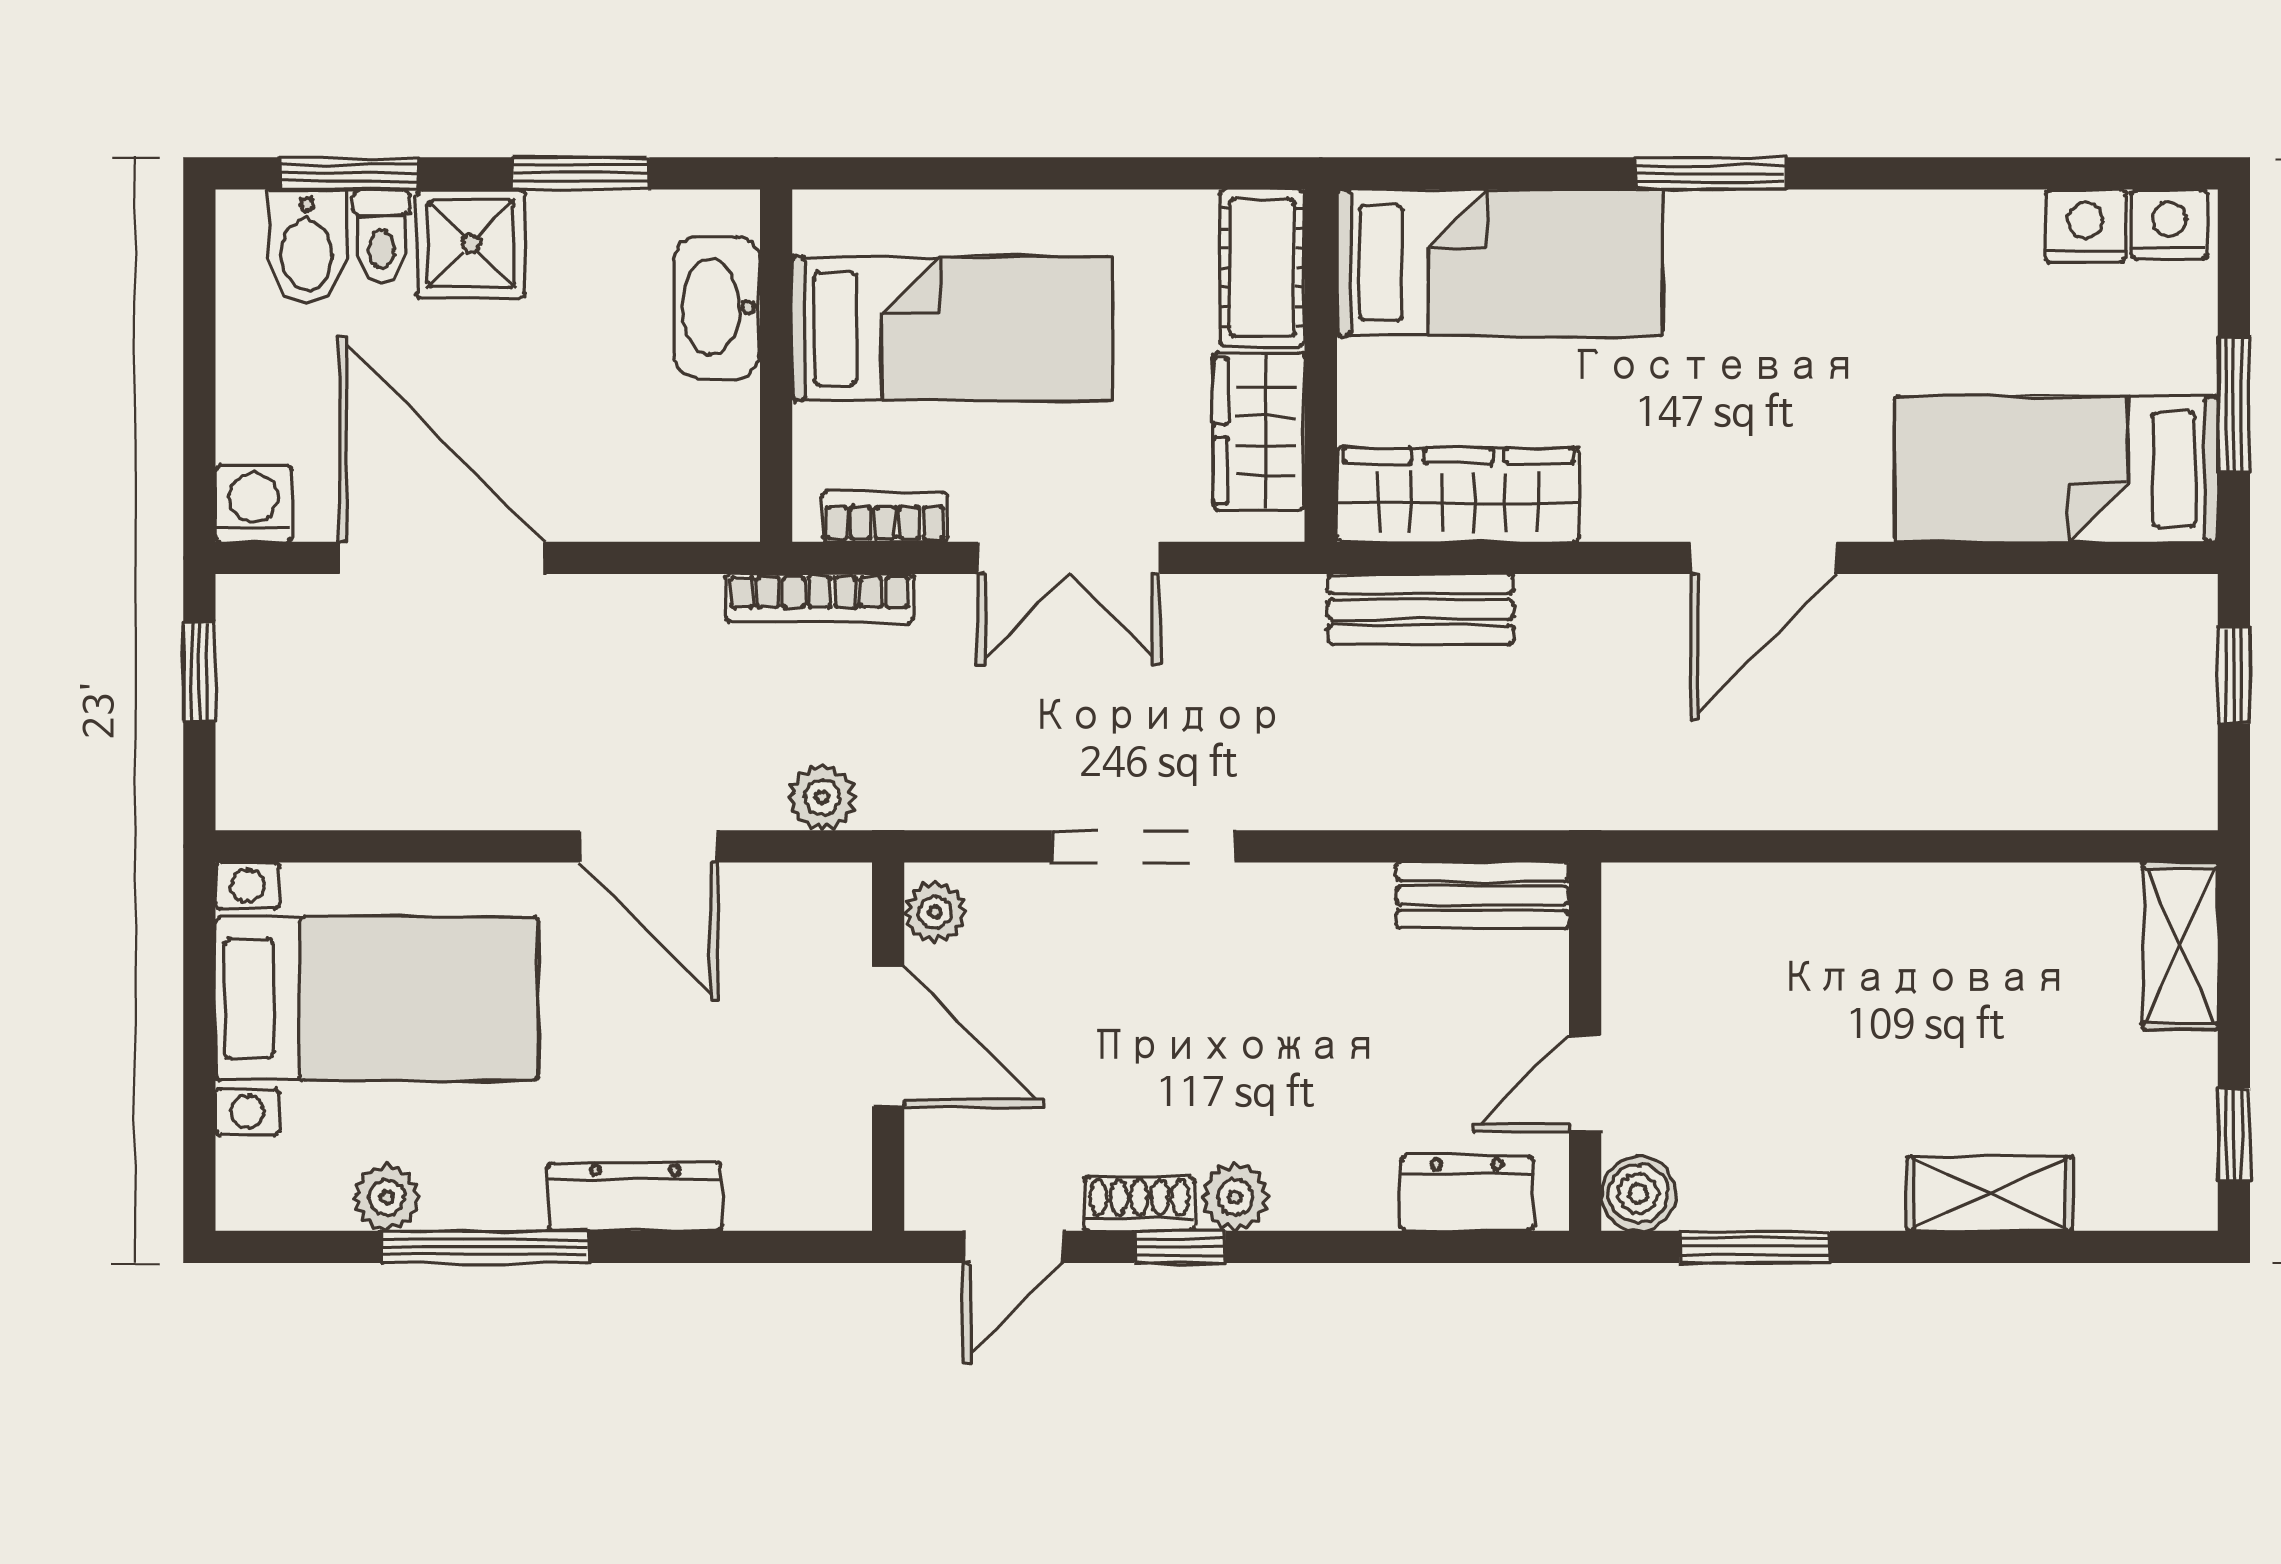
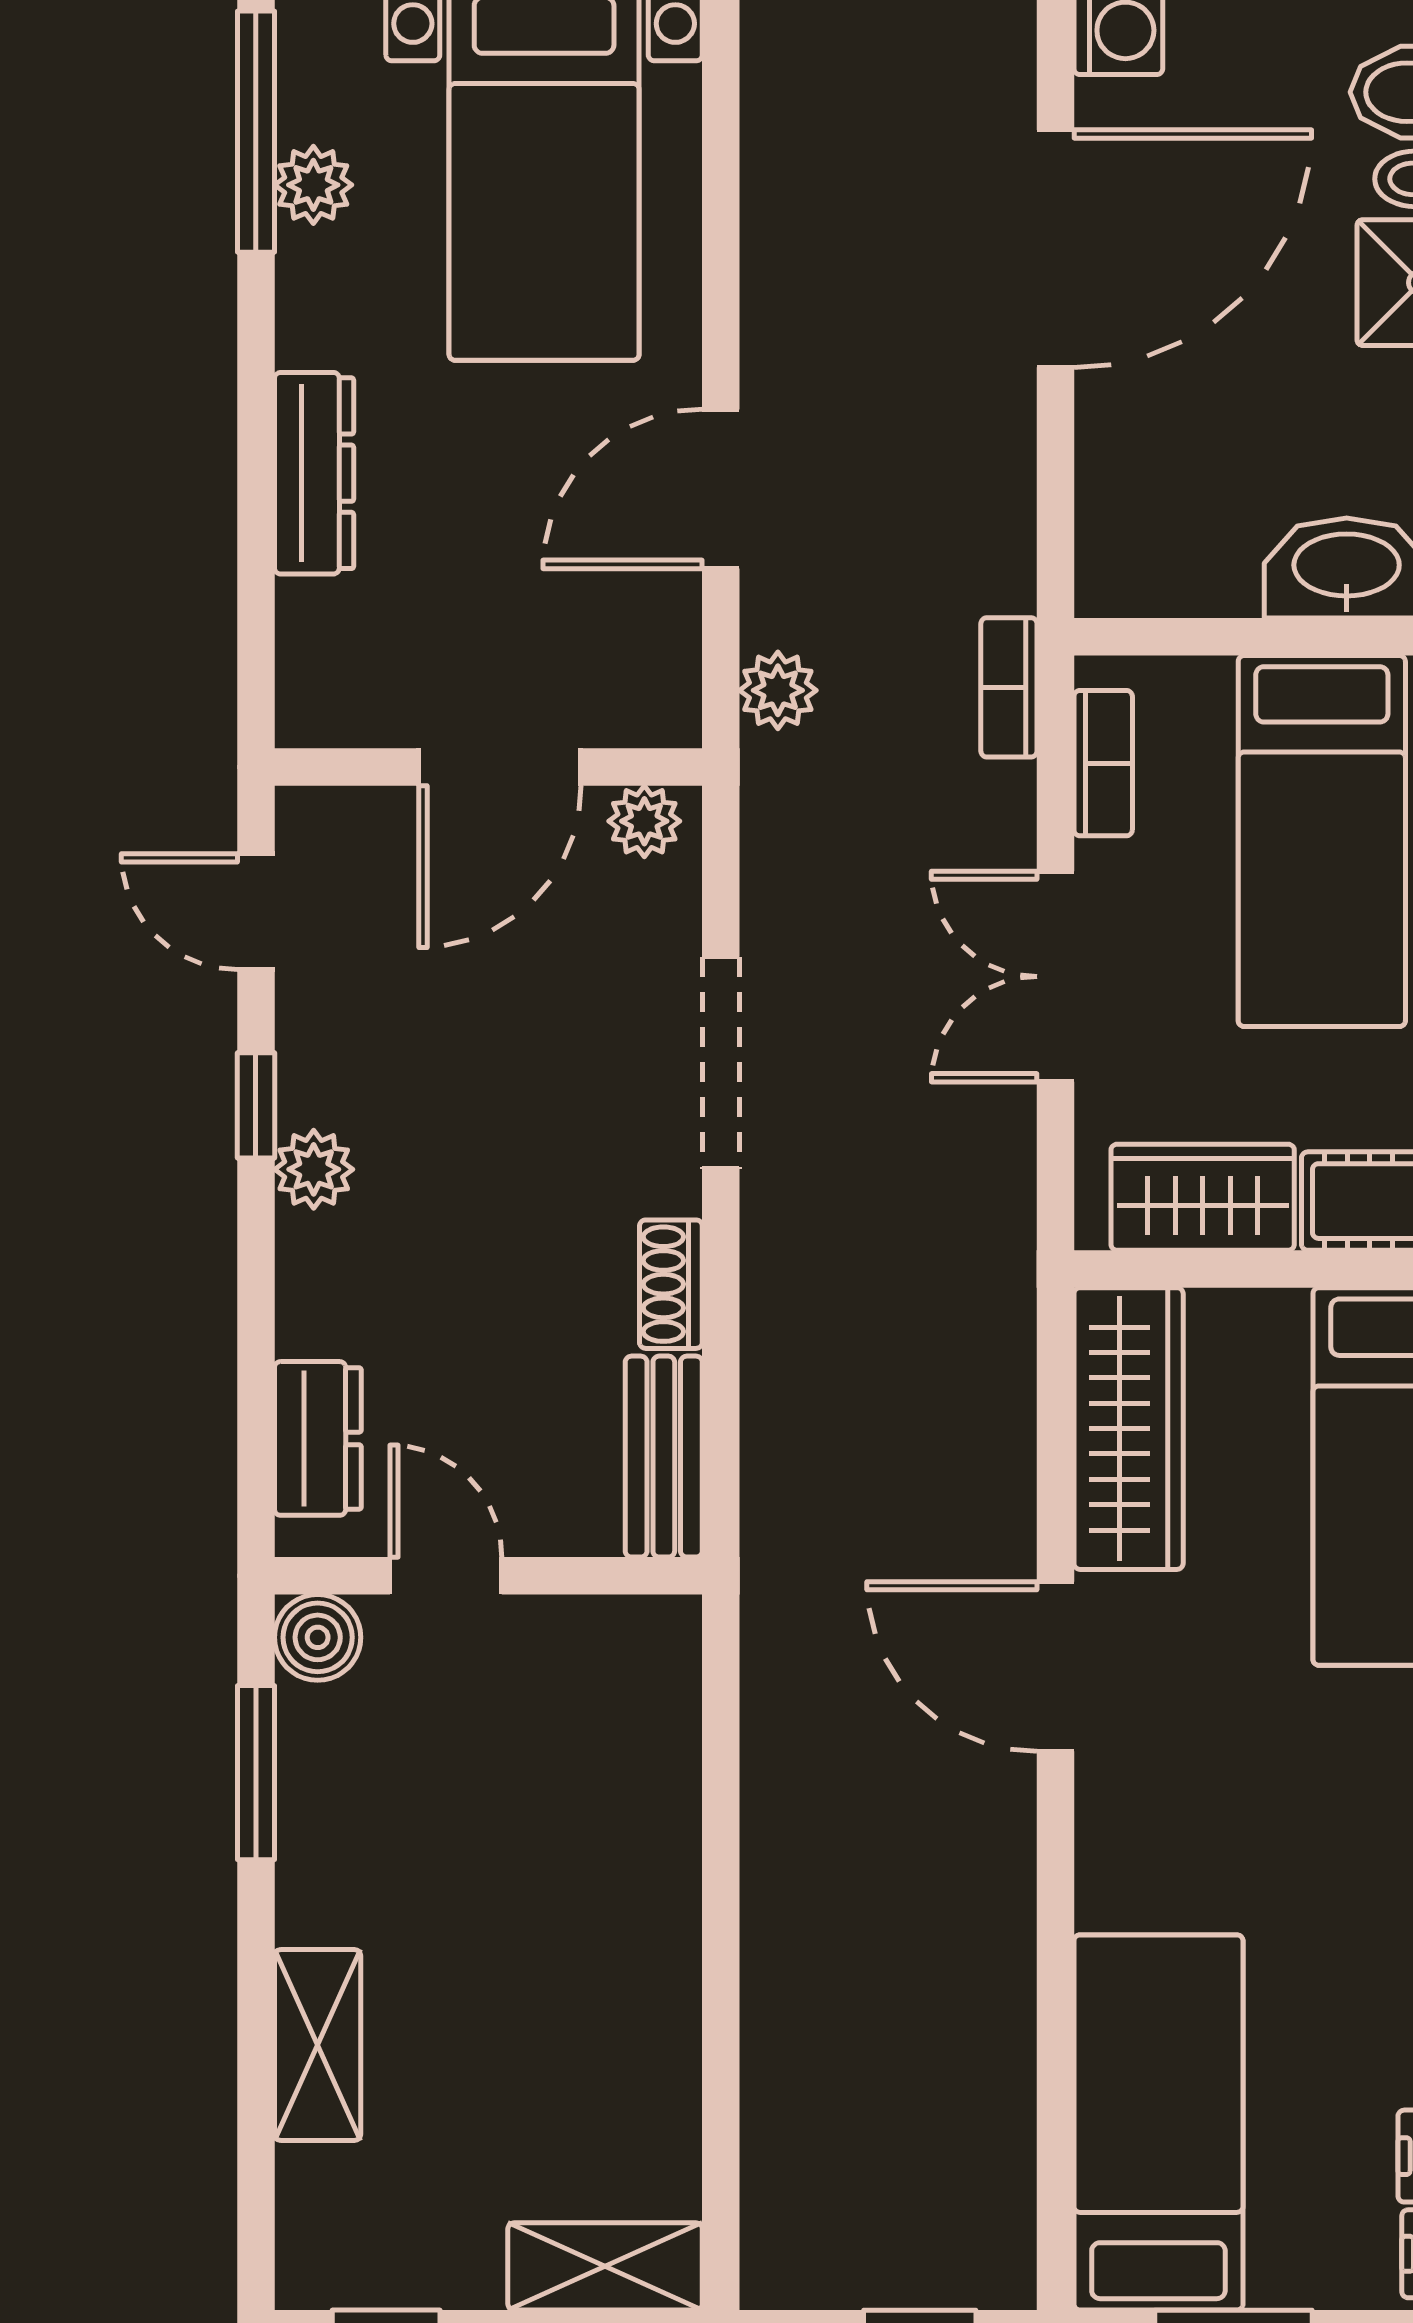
door: (1764, 558) -> (1055, 1666), moved
bookcase: (820, 598) -> (1009, 687), width x0.64
bench: (1420, 609) -> (996, 1385), removed
shoe rack: (1139, 1204) -> (671, 1284), moved, turned 180
window: (484, 1247) -> (256, 132), moved

